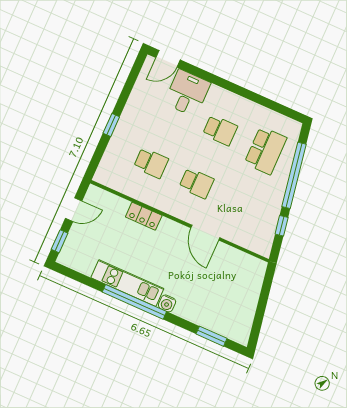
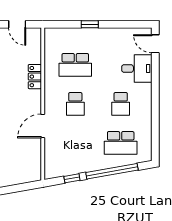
school desk: (151, 163) -> (75, 65), width x1.85

